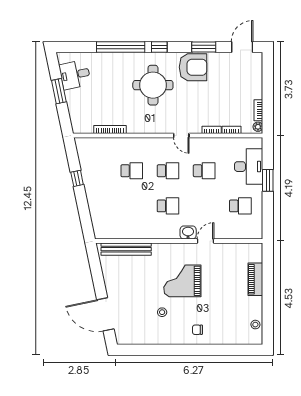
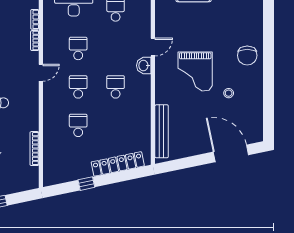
locker: (96, 208) -> (118, 164), added
door: (205, 241) -> (153, 47), swing flipped
door: (105, 314) -> (231, 153), swing flipped
chair: (197, 330) -> (247, 55), width x1.87, depth x1.87

